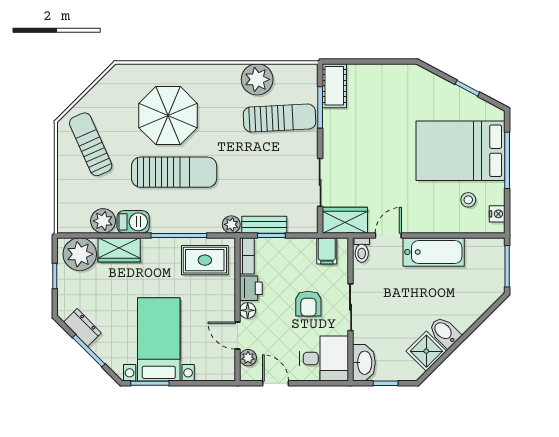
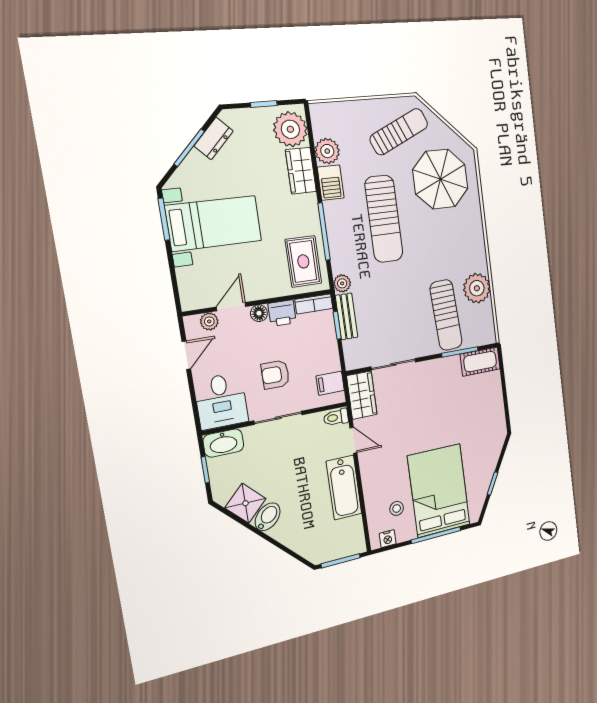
parasol: (168, 116) -> (440, 179), moved

